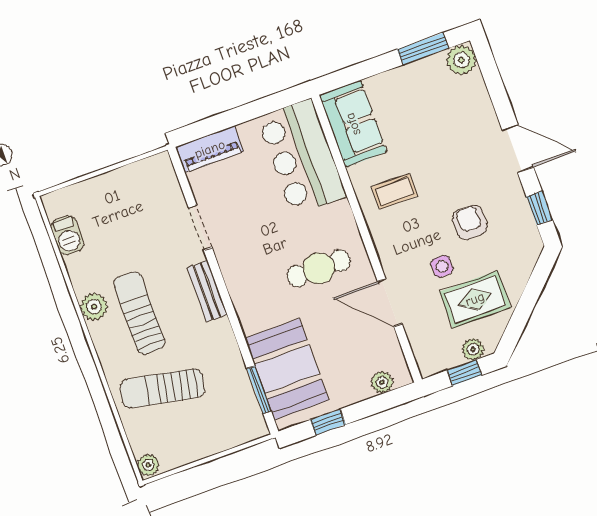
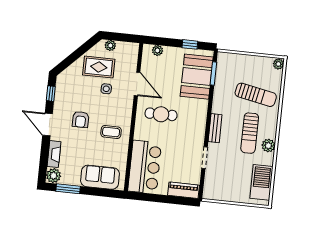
fireplace: (480, 100) -> (54, 154), added
sofa: (353, 124) -> (100, 177), moved, turned 90
armchair: (470, 222) -> (81, 120), moved
barbecue: (67, 235) -> (261, 182), width x1.88, depth x1.53
window: (464, 373) -> (119, 37), removed

